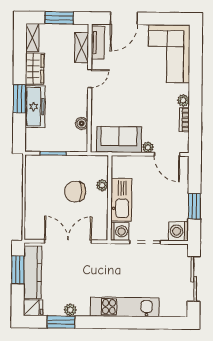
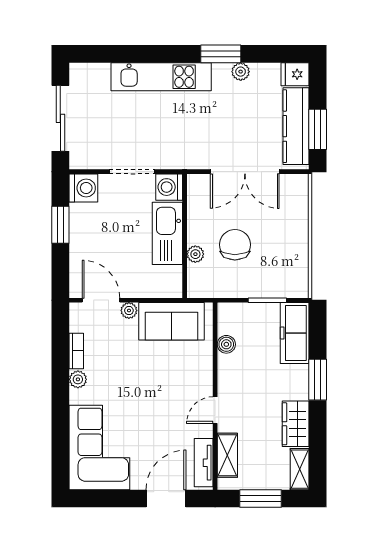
freezer: (35, 107) -> (295, 333), moved
chair: (75, 192) -> (235, 245), turned -90
window: (61, 322) -> (221, 54), moved

